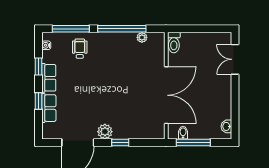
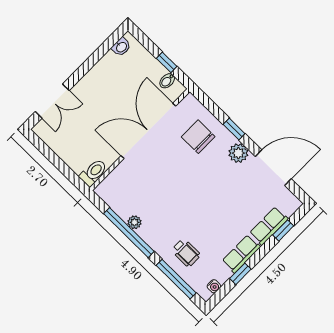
plant: (142, 37) -> (134, 222), moved
wheelchair: (80, 49) -> (186, 253), turned -90
window: (38, 101) -> (283, 230), moved
chair: (136, 119) -> (198, 137), added
window: (193, 142) -> (167, 62), width x0.46

